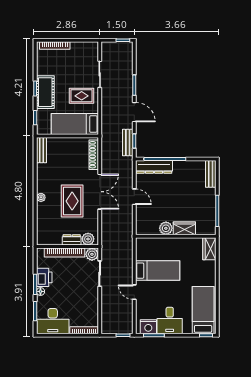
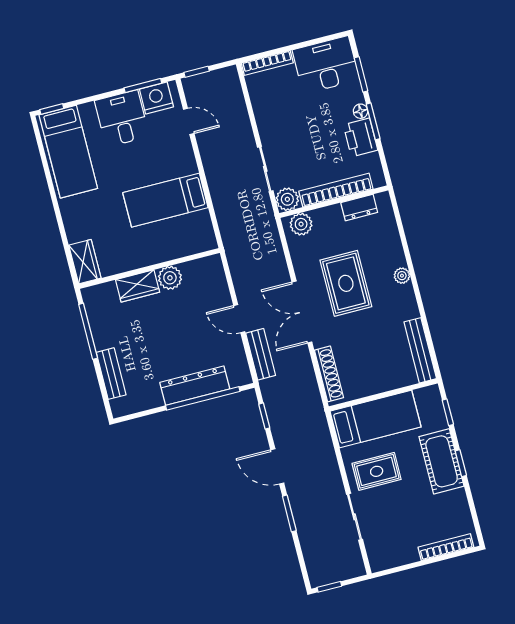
bench: (128, 142) -> (261, 354), moved
bench: (41, 150) -> (420, 350), width x1.36
dresser: (154, 167) -> (195, 386), moved
bench: (211, 174) -> (111, 374), moved
dresser: (72, 240) -> (359, 207), moved
door: (134, 292) -> (189, 121), moved

